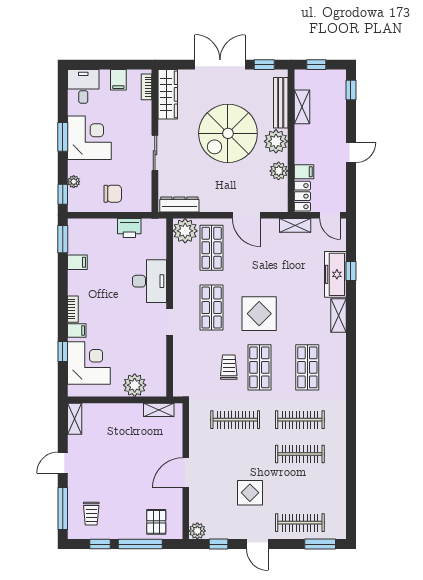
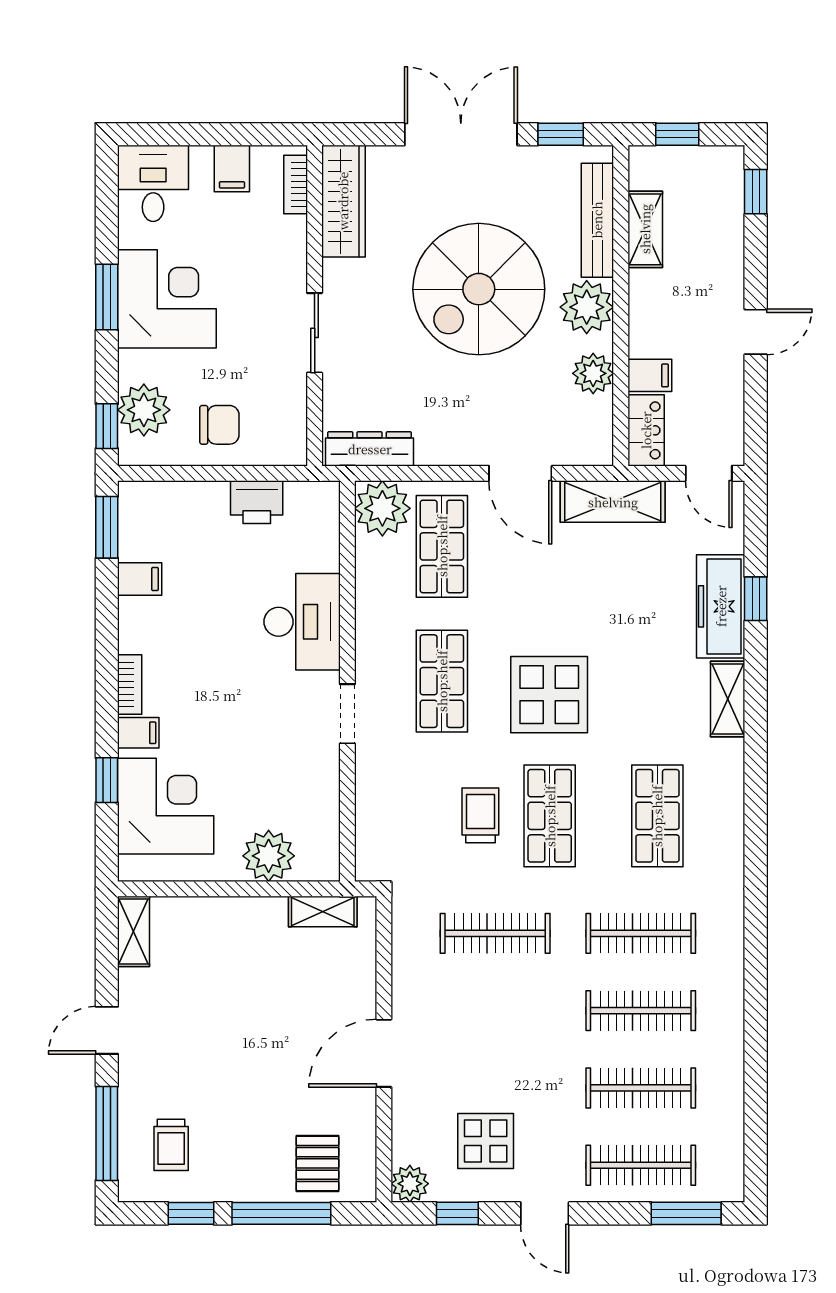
plant: (74, 182) -> (144, 410), width x1.88, depth x1.88
shelving: (295, 225) -> (613, 502), width x1.50, depth x1.33
clothes rail: (300, 488) -> (641, 1088), added
display table: (250, 493) -> (486, 1141), moved

